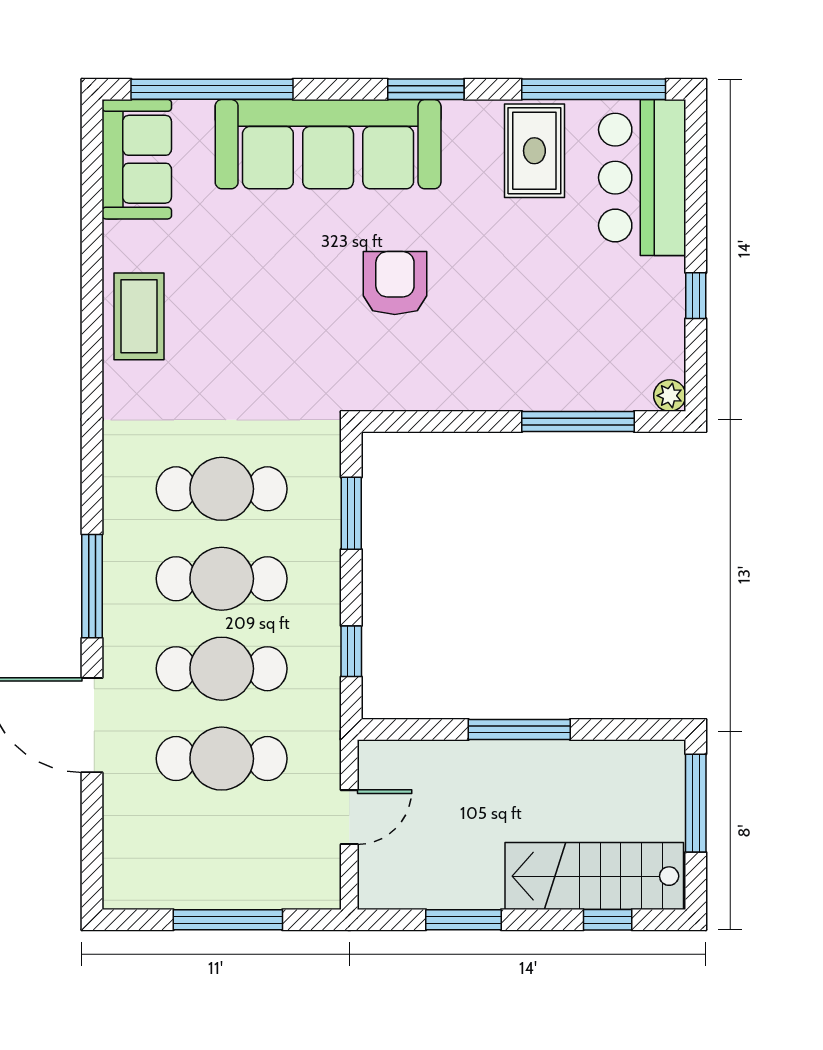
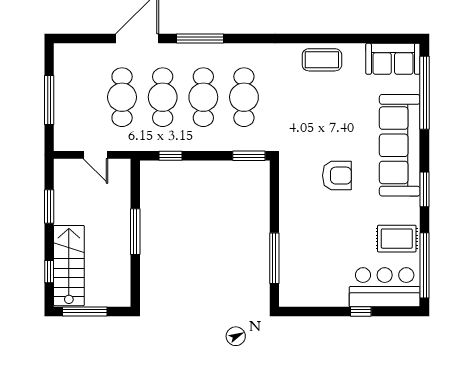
window: (696, 296) -> (361, 311), moved
plant: (670, 396) -> (286, 300), removed
window: (351, 513) -> (249, 156), moved
window: (696, 803) -> (85, 311), moved

